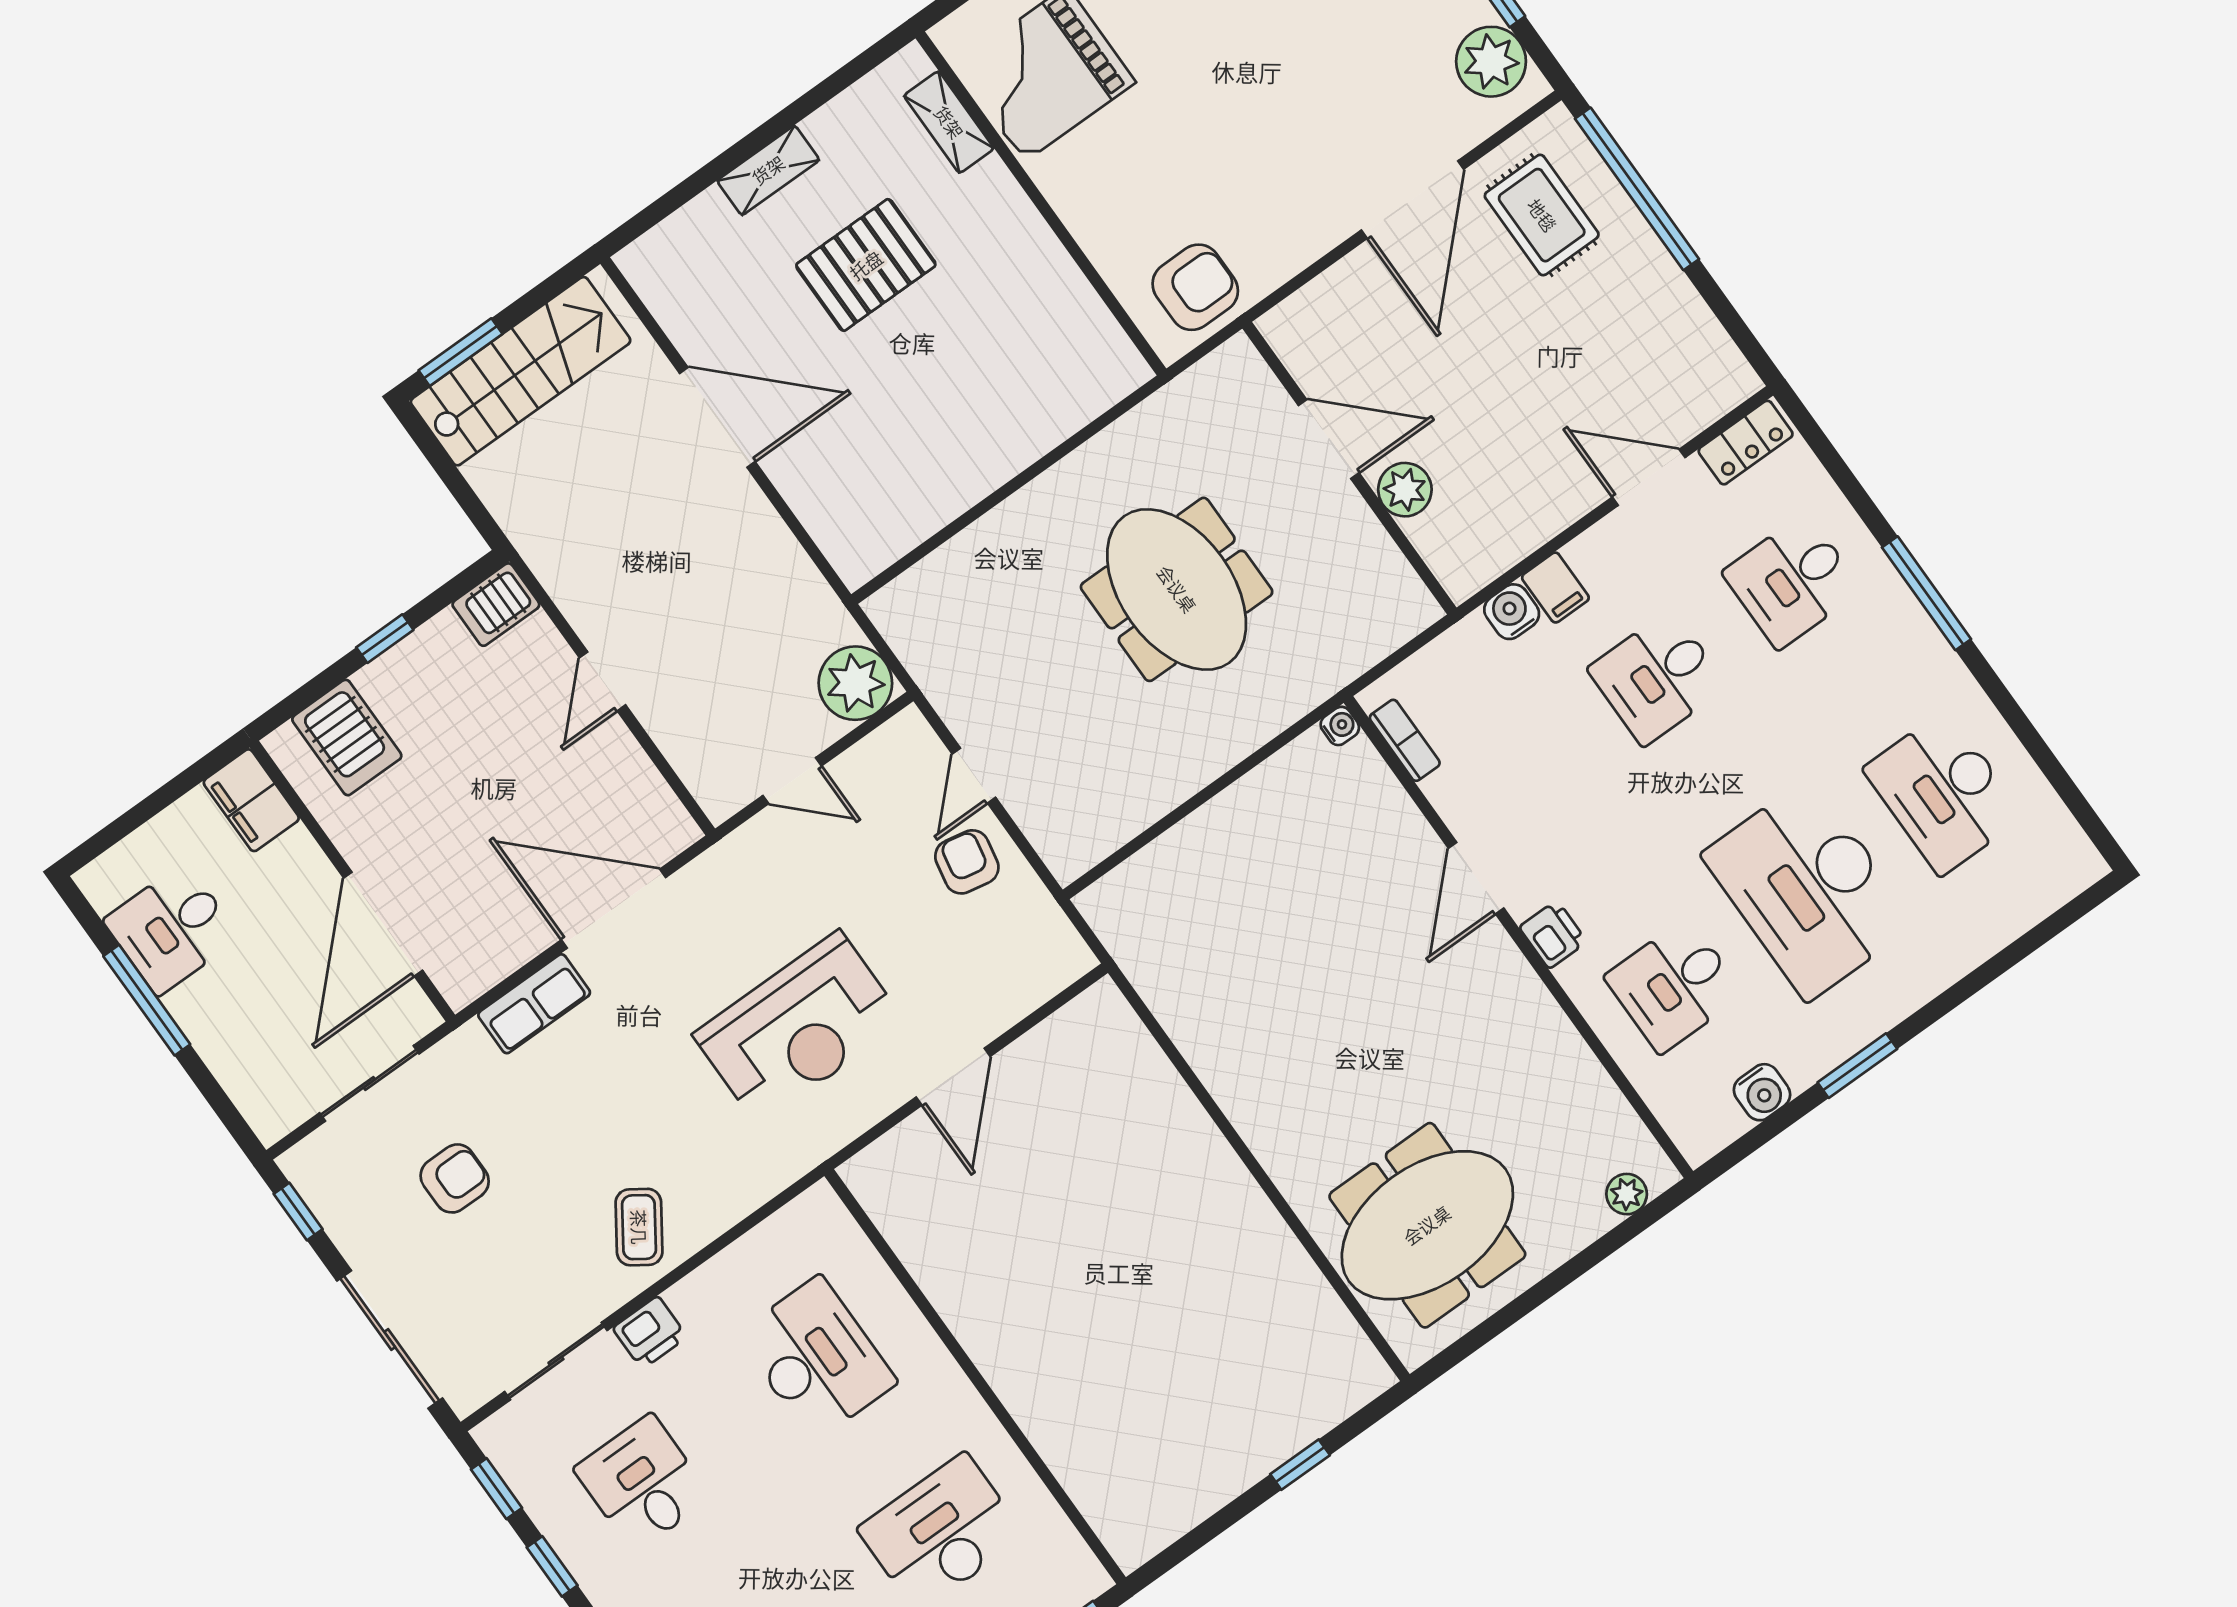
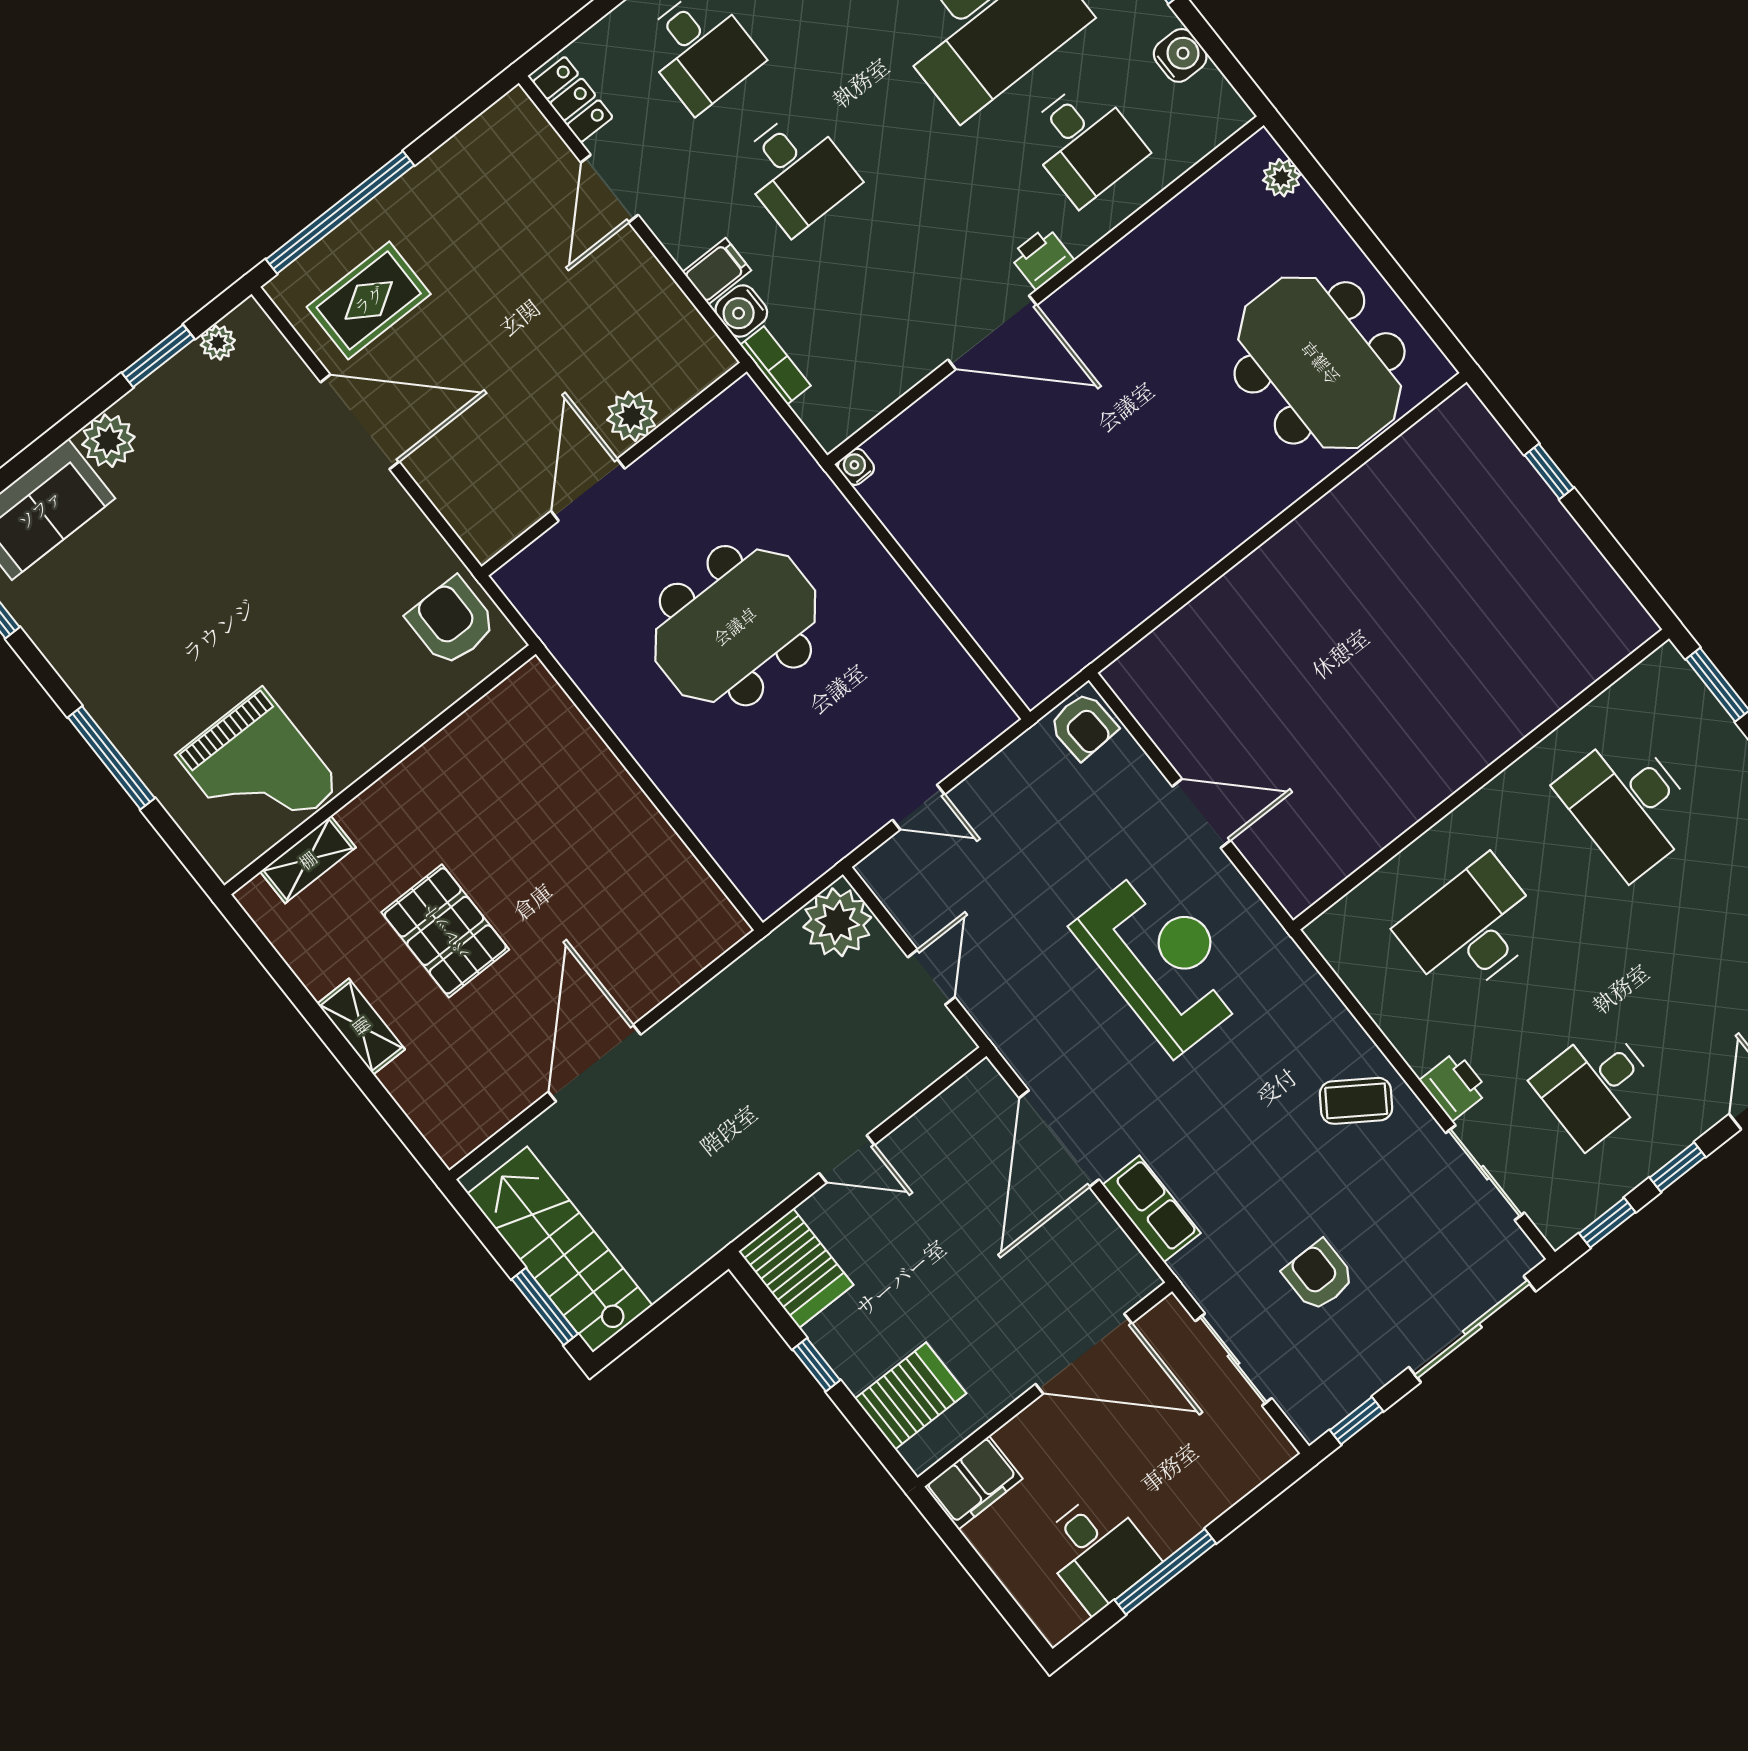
plant: (1491, 62) -> (218, 343), width x0.53, depth x0.53
server rack: (496, 605) -> (796, 1268), width x1.36, depth x1.44
bookcase: (1405, 740) -> (775, 365), moved, turned 90
armchair: (967, 862) -> (1083, 726), moved, turned -104
door: (1476, 878) -> (992, 332), width x1.36

